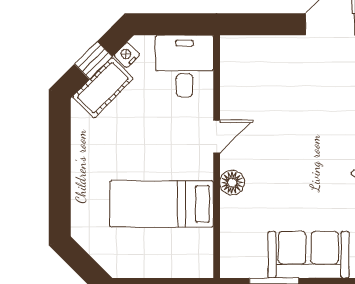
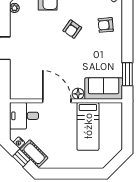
door: (217, 137) -> (57, 101), width x1.87
sofa: (308, 255) -> (104, 89), moved, turned 90

